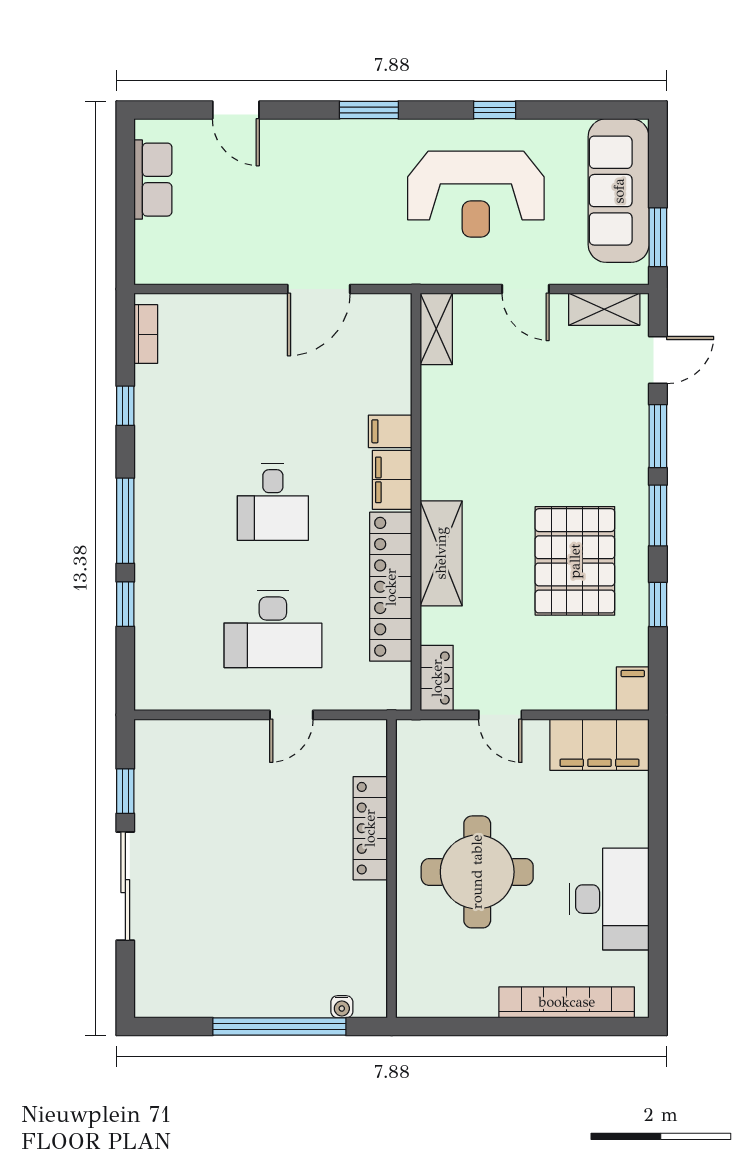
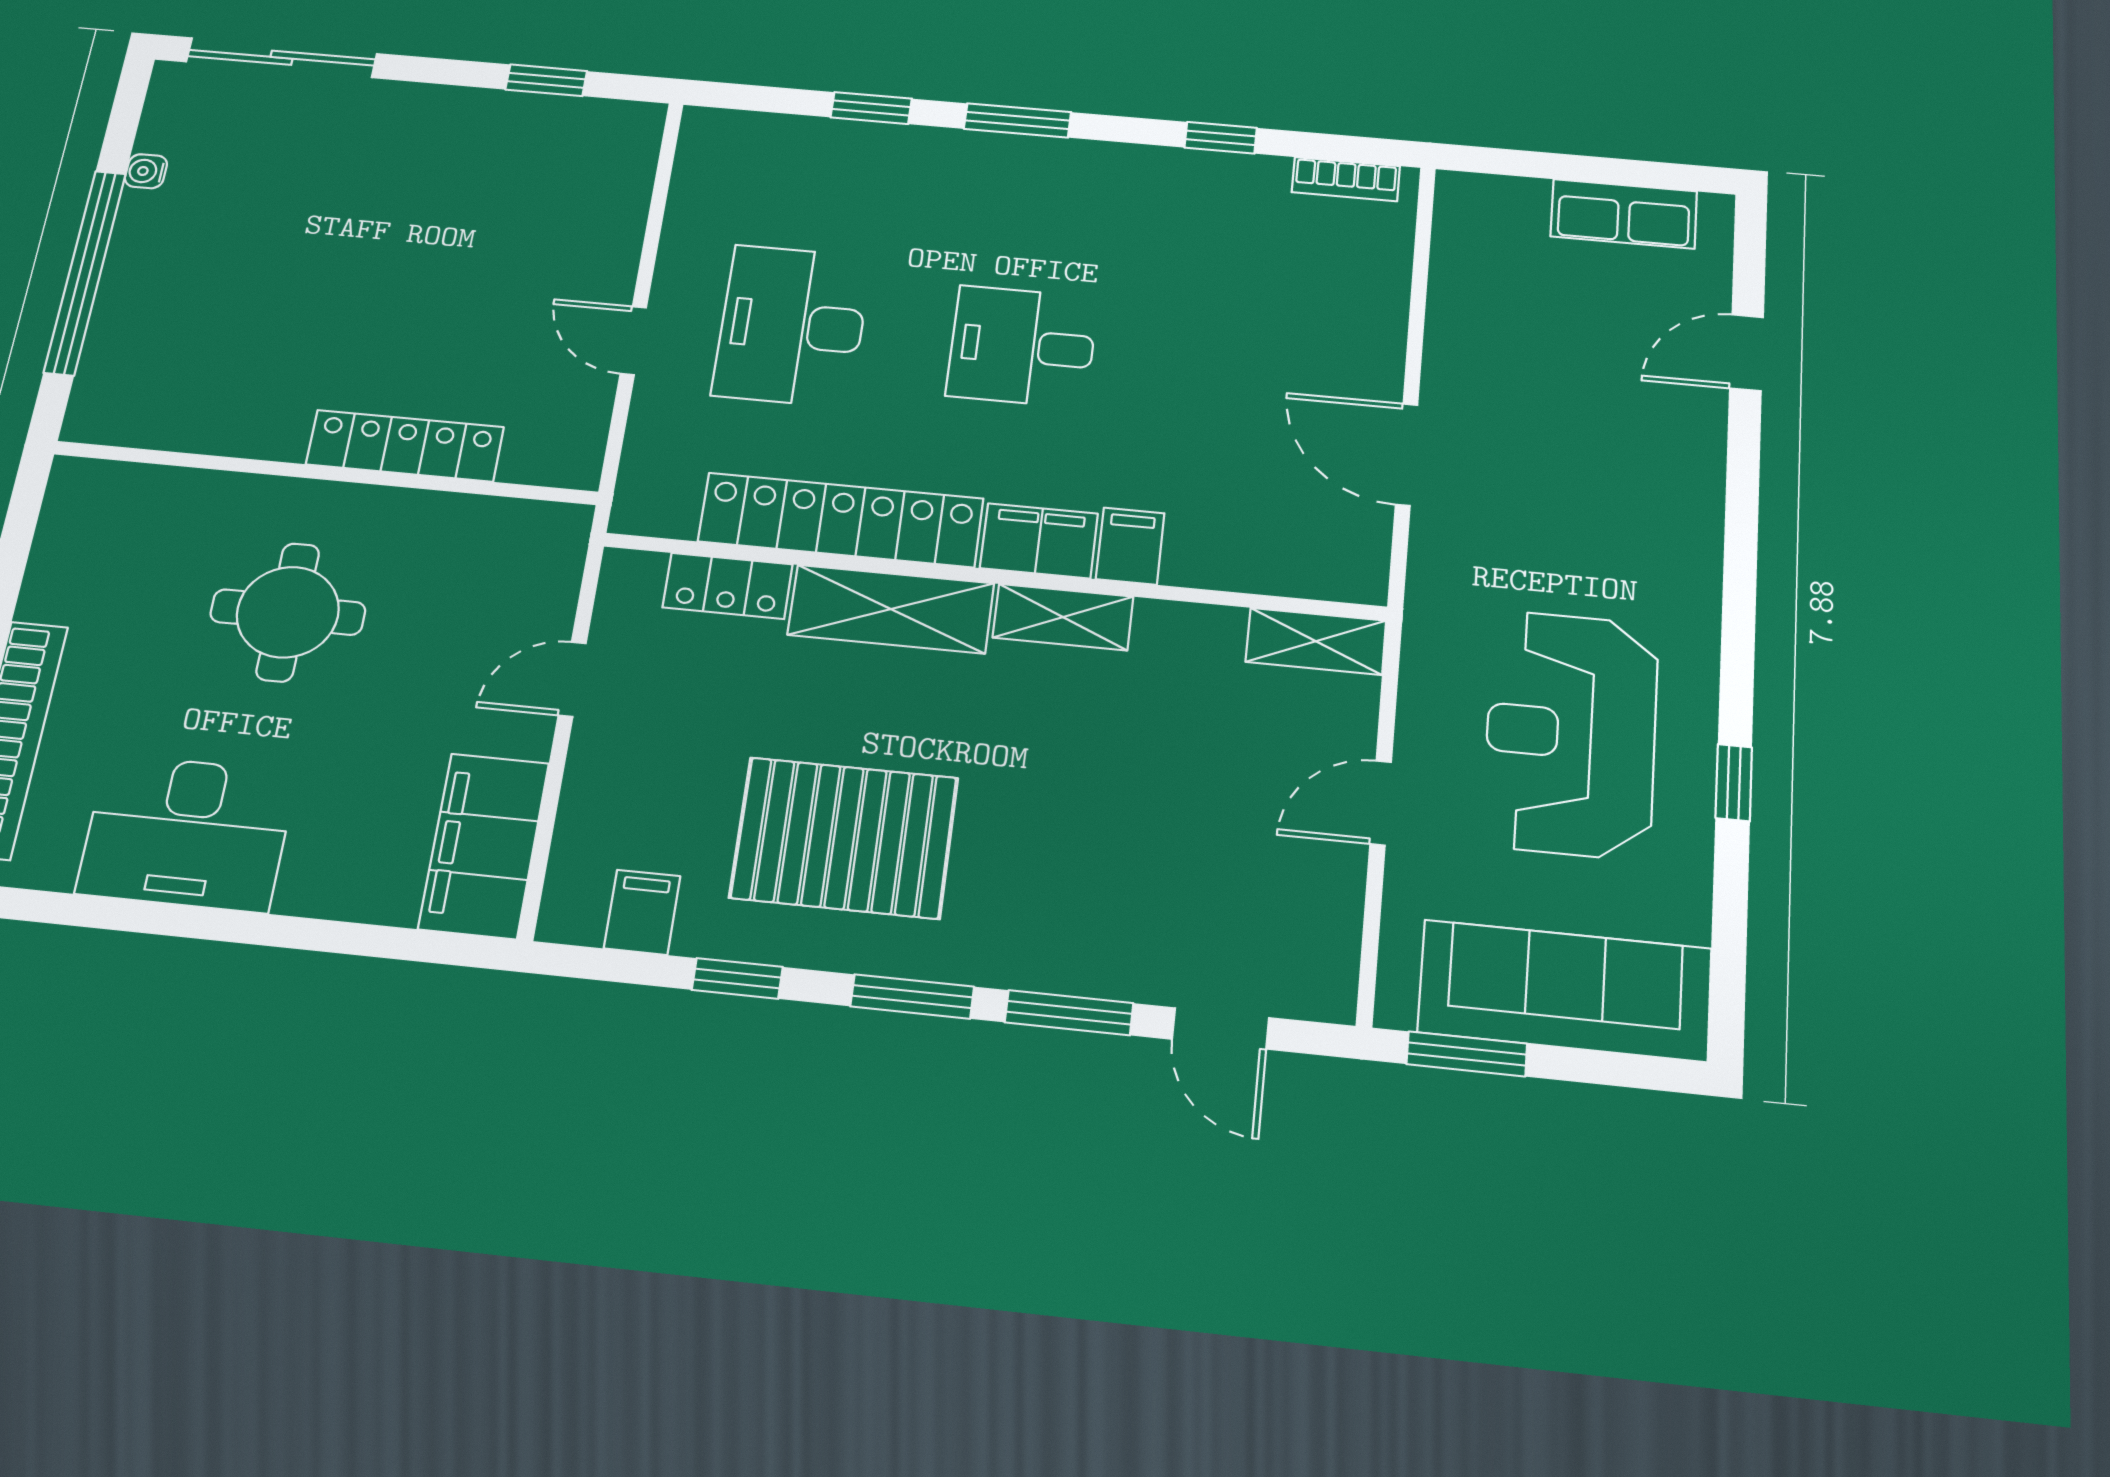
window: (369, 110) -> (1740, 568), removed
shelving: (604, 309) -> (1063, 617), moved, turned 90
window: (125, 521) -> (1018, 120), width x0.69
locker: (437, 678) -> (728, 586), moved
filing cabinet: (633, 689) -> (642, 912), moved, turned -90
round table: (477, 872) -> (288, 612), width x0.73, depth x0.73
sliding door: (125, 886) -> (282, 58), moved
water cooler: (342, 1007) -> (146, 171), moved

